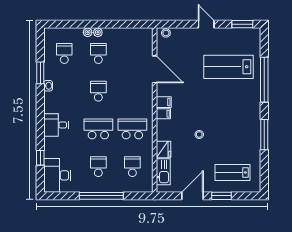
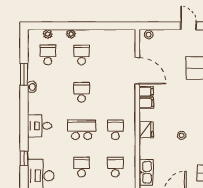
plant: (98, 32) -> (48, 34), moved
filing cabinet: (163, 114) -> (146, 92), moved
school desk: (132, 129) -> (115, 130), width x0.54
fridge: (164, 149) -> (146, 130), moved

